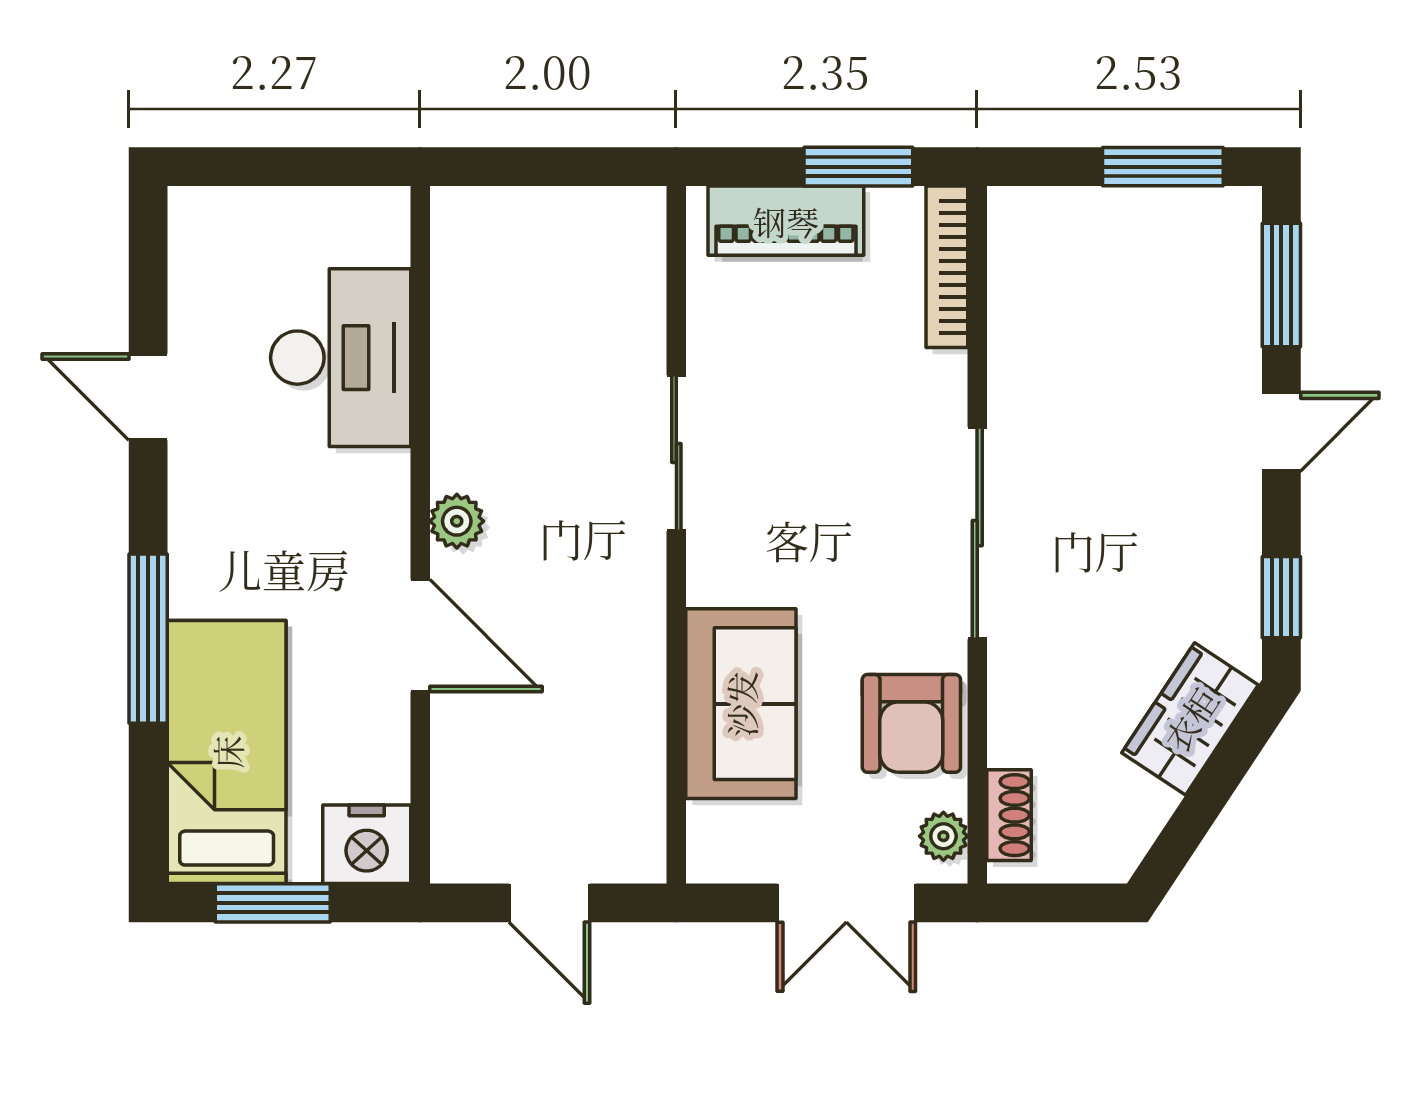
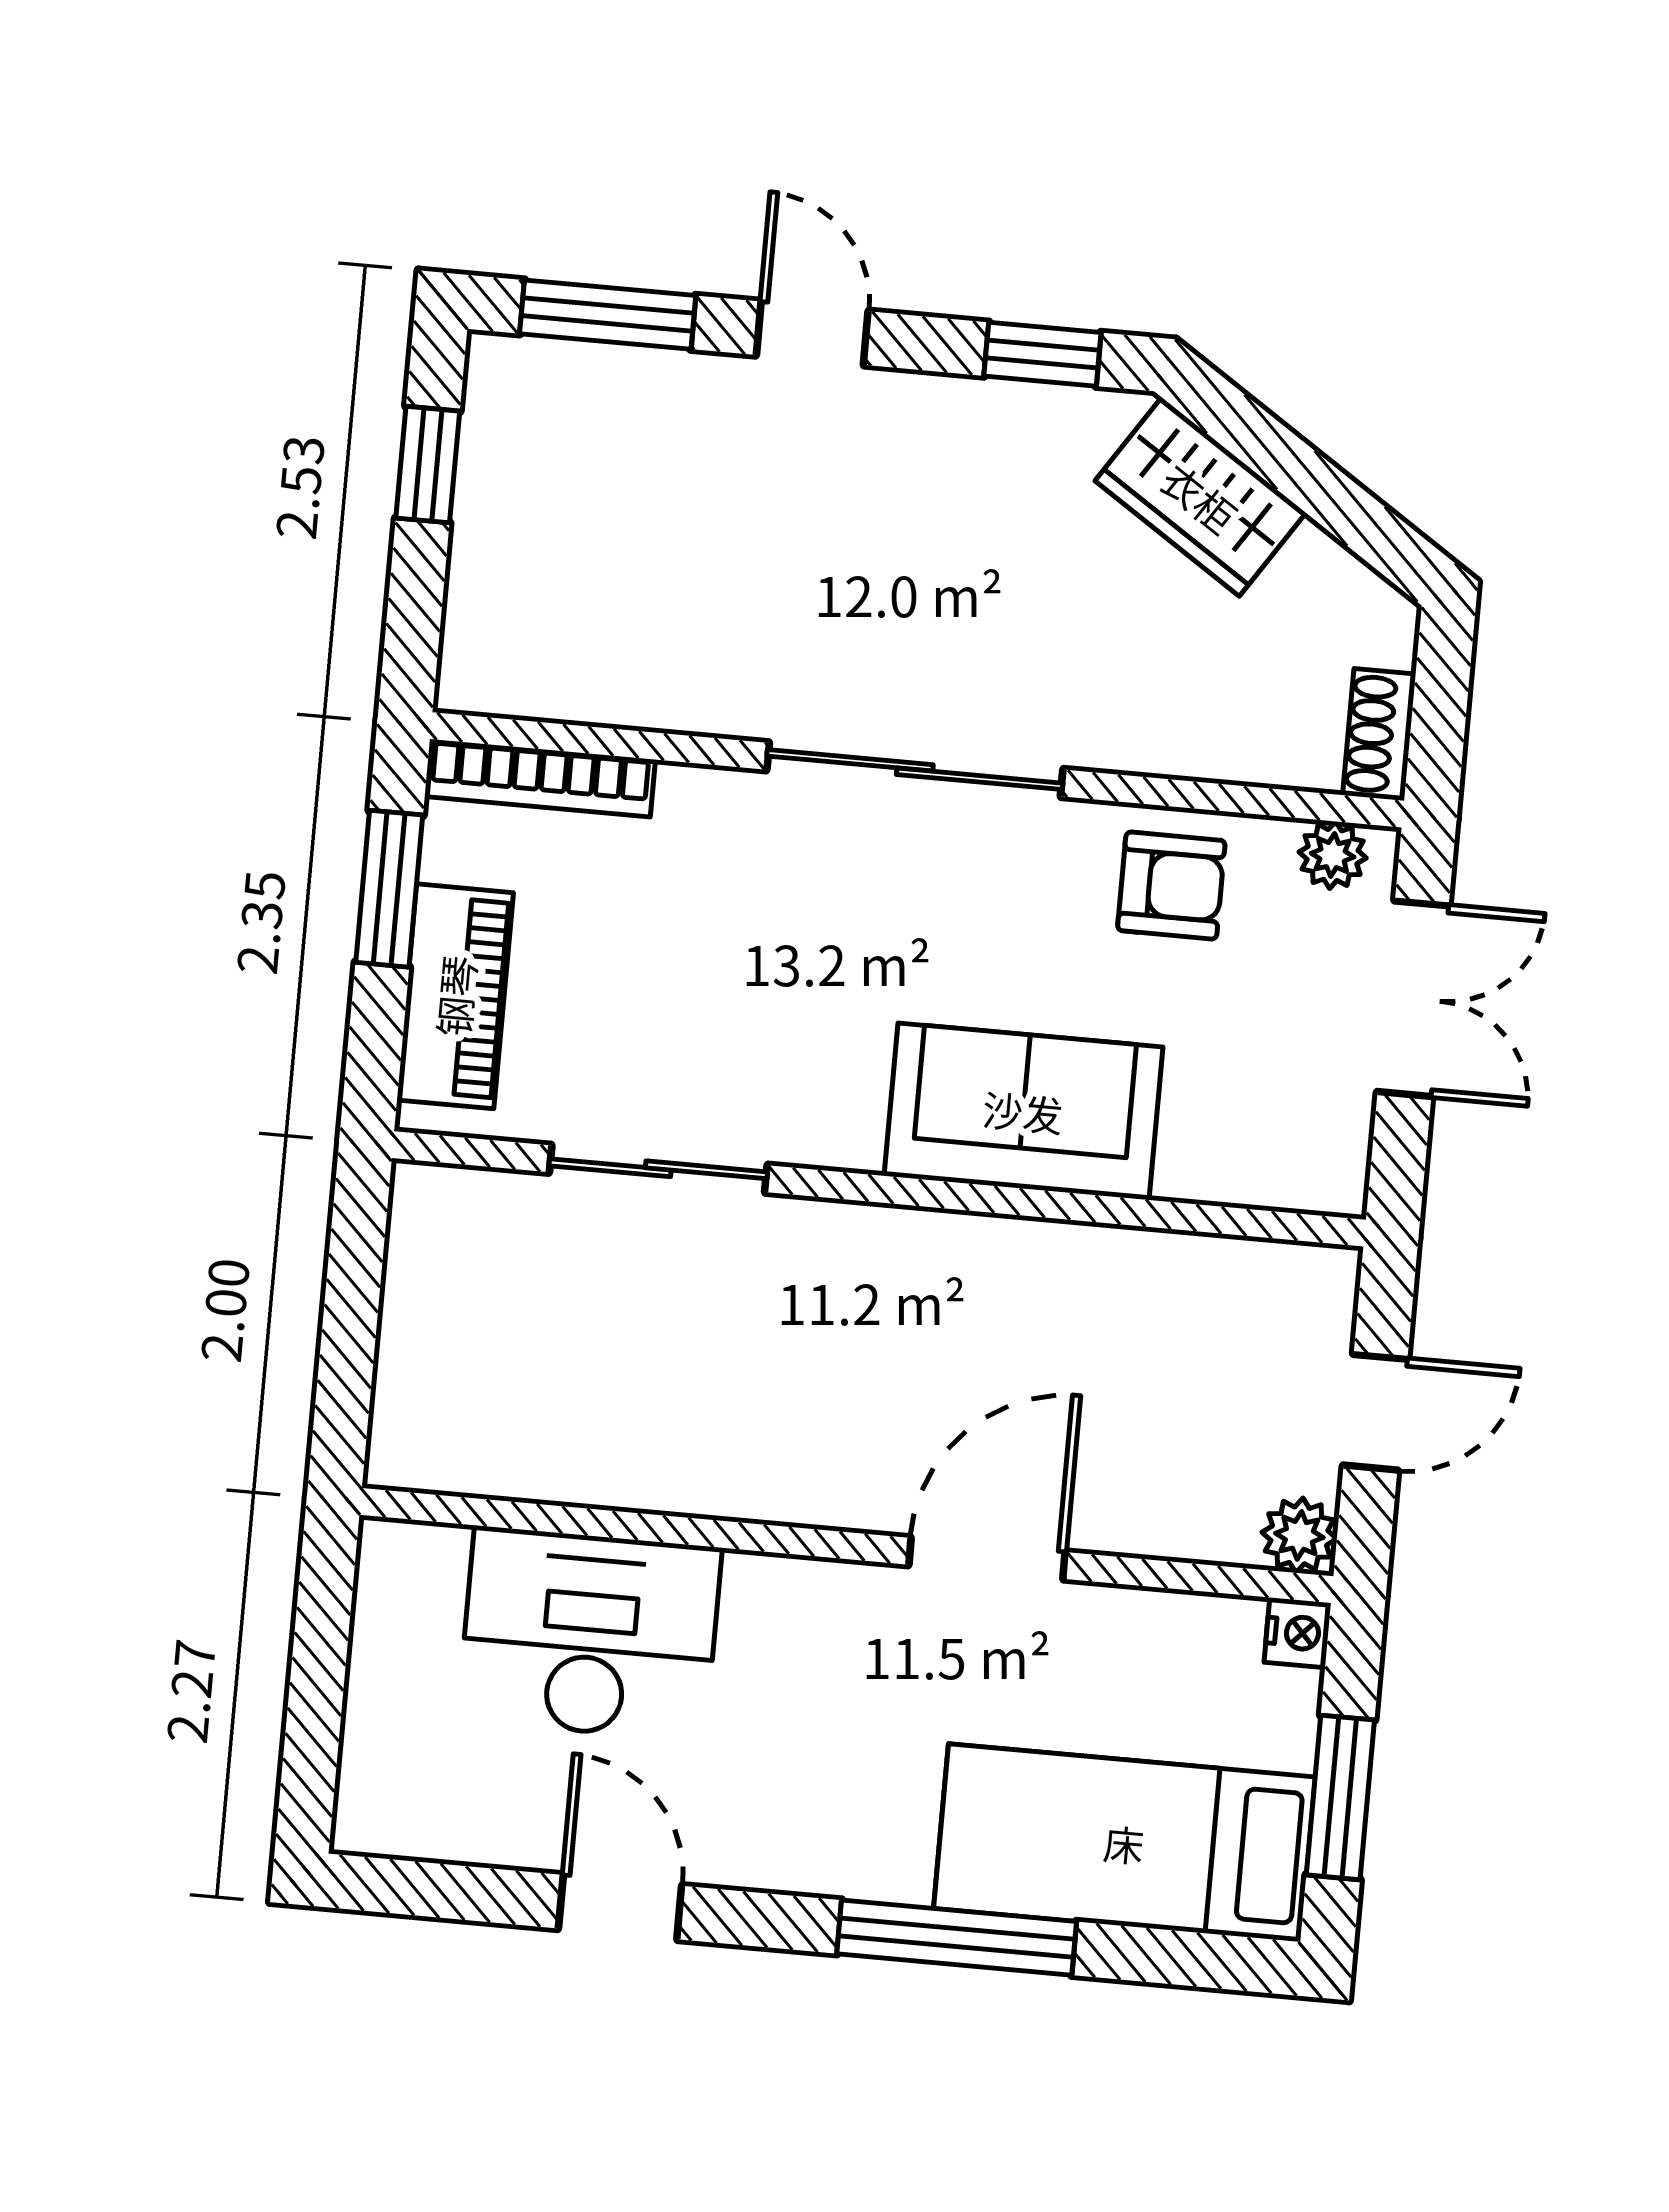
window: (1163, 167) -> (428, 465), width x0.67
door: (148, 397) -> (620, 1907), swing flipped
sliding door: (676, 453) -> (658, 1169), moved
plant: (457, 521) -> (1299, 1535), moved
sofa: (741, 704) -> (1023, 1111), moved
armchair: (911, 723) -> (1171, 886), width x0.72, depth x0.72
shoe rack: (1009, 815) -> (1379, 735), moved, turned -90
nightstand: (367, 844) -> (1298, 1633), width x0.53, depth x0.56

